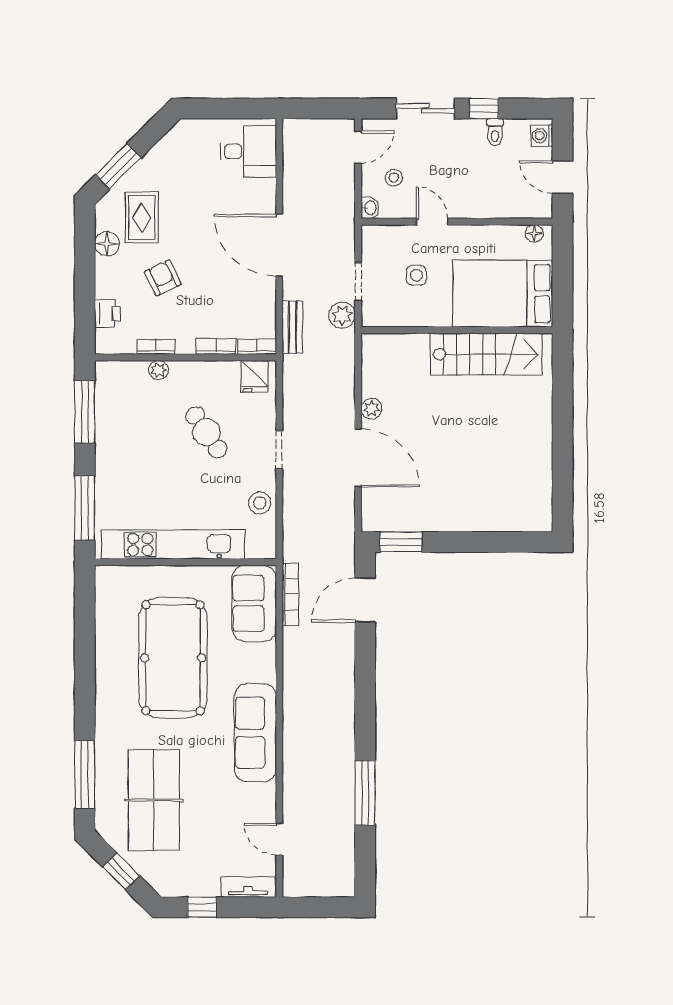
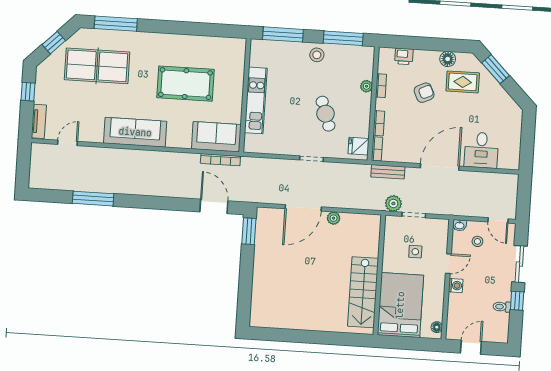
washing machine: (542, 136) -> (456, 286), moved, turned 90
desk: (248, 151) -> (481, 150), moved
cafe table: (206, 432) -> (326, 114), turned -75
stool: (260, 503) -> (317, 55), moved
kitchen unit: (173, 544) -> (256, 100), width x0.73
pool table: (173, 658) -> (185, 84), width x0.73, depth x0.76

